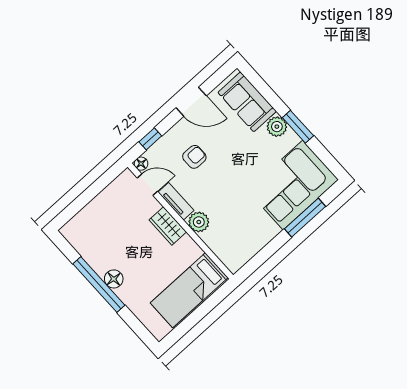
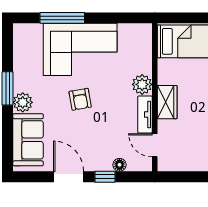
window: (150, 139) -> (105, 177), moved
armchair: (194, 157) -> (80, 99), moved, turned -100
floor lamp: (141, 164) -> (119, 165), moved
corner sofa: (293, 185) -> (80, 49), moved

